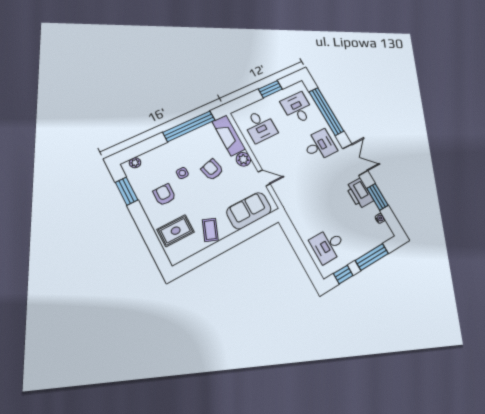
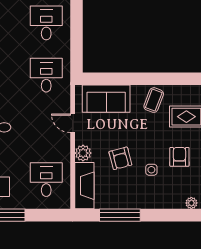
window: (189, 126) -> (120, 215), width x0.68
armchair: (164, 195) -> (179, 157), turned 180
desk: (305, 204) -> (46, 75), added
desk: (328, 245) -> (46, 23), turned -90

